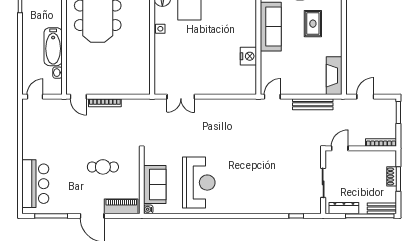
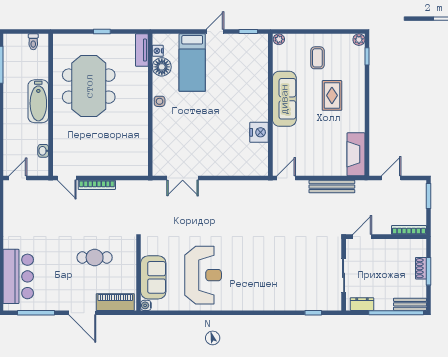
bathtub: (53, 47) -> (38, 101), moved
dresser: (344, 208) -> (362, 304), width x0.70

